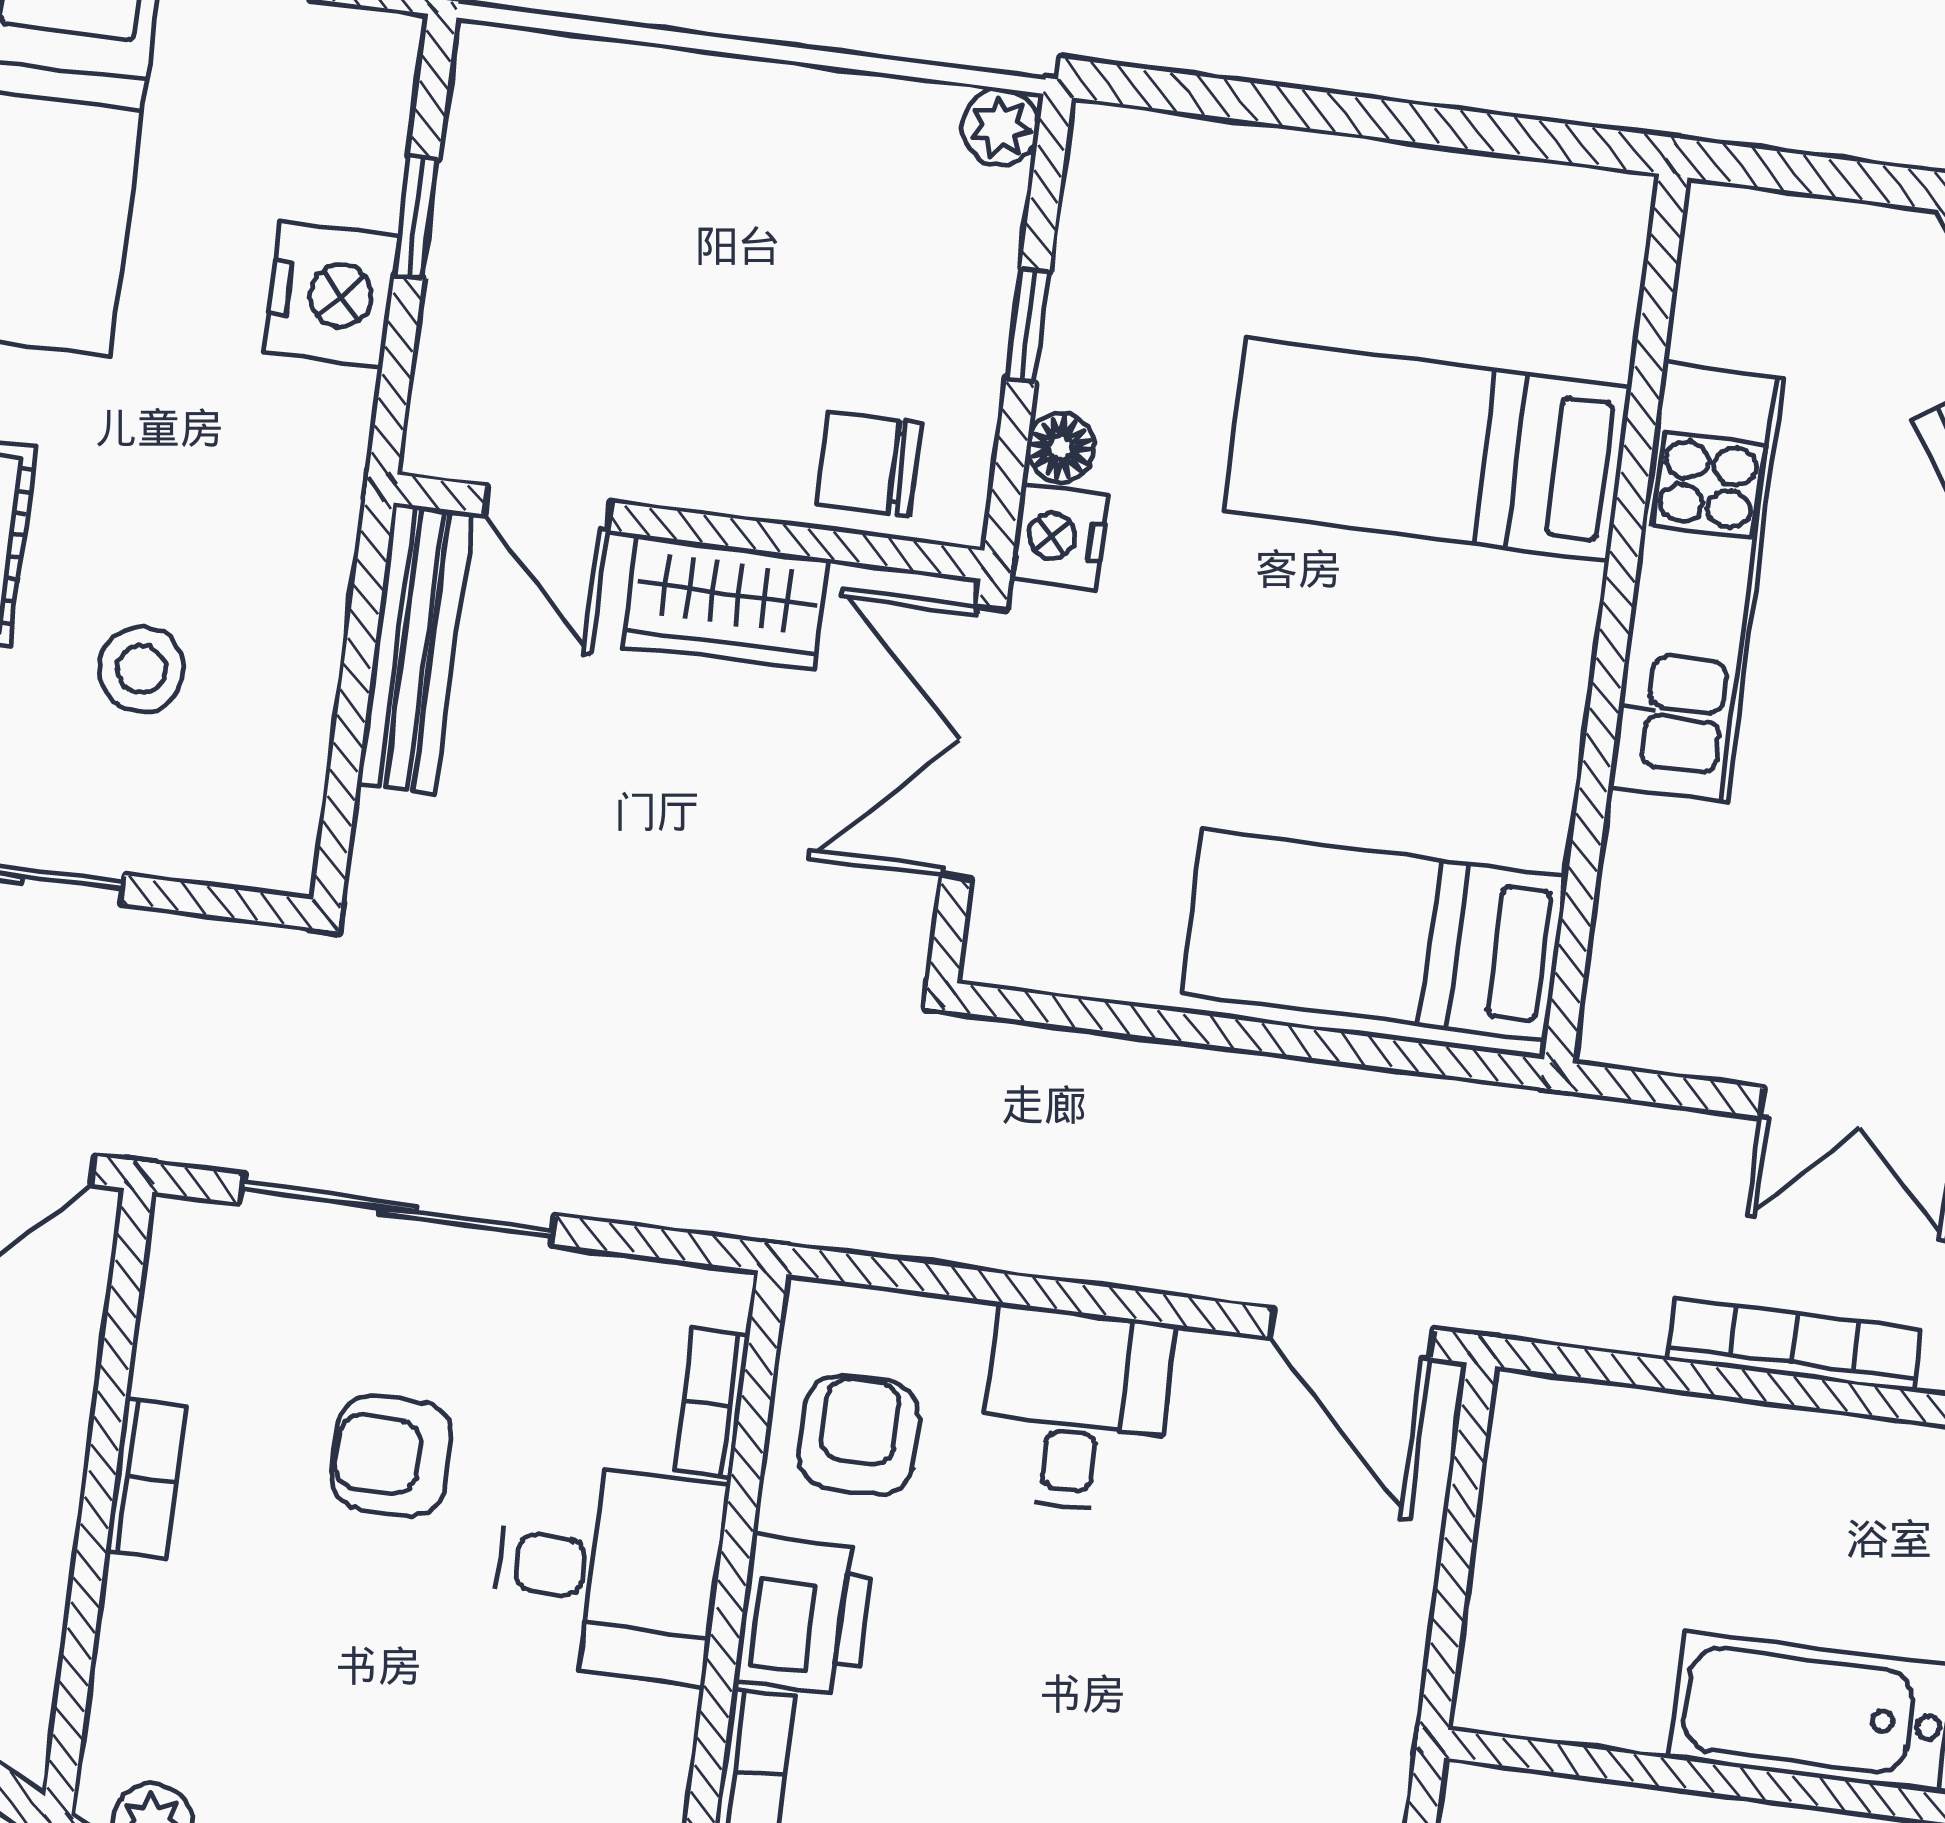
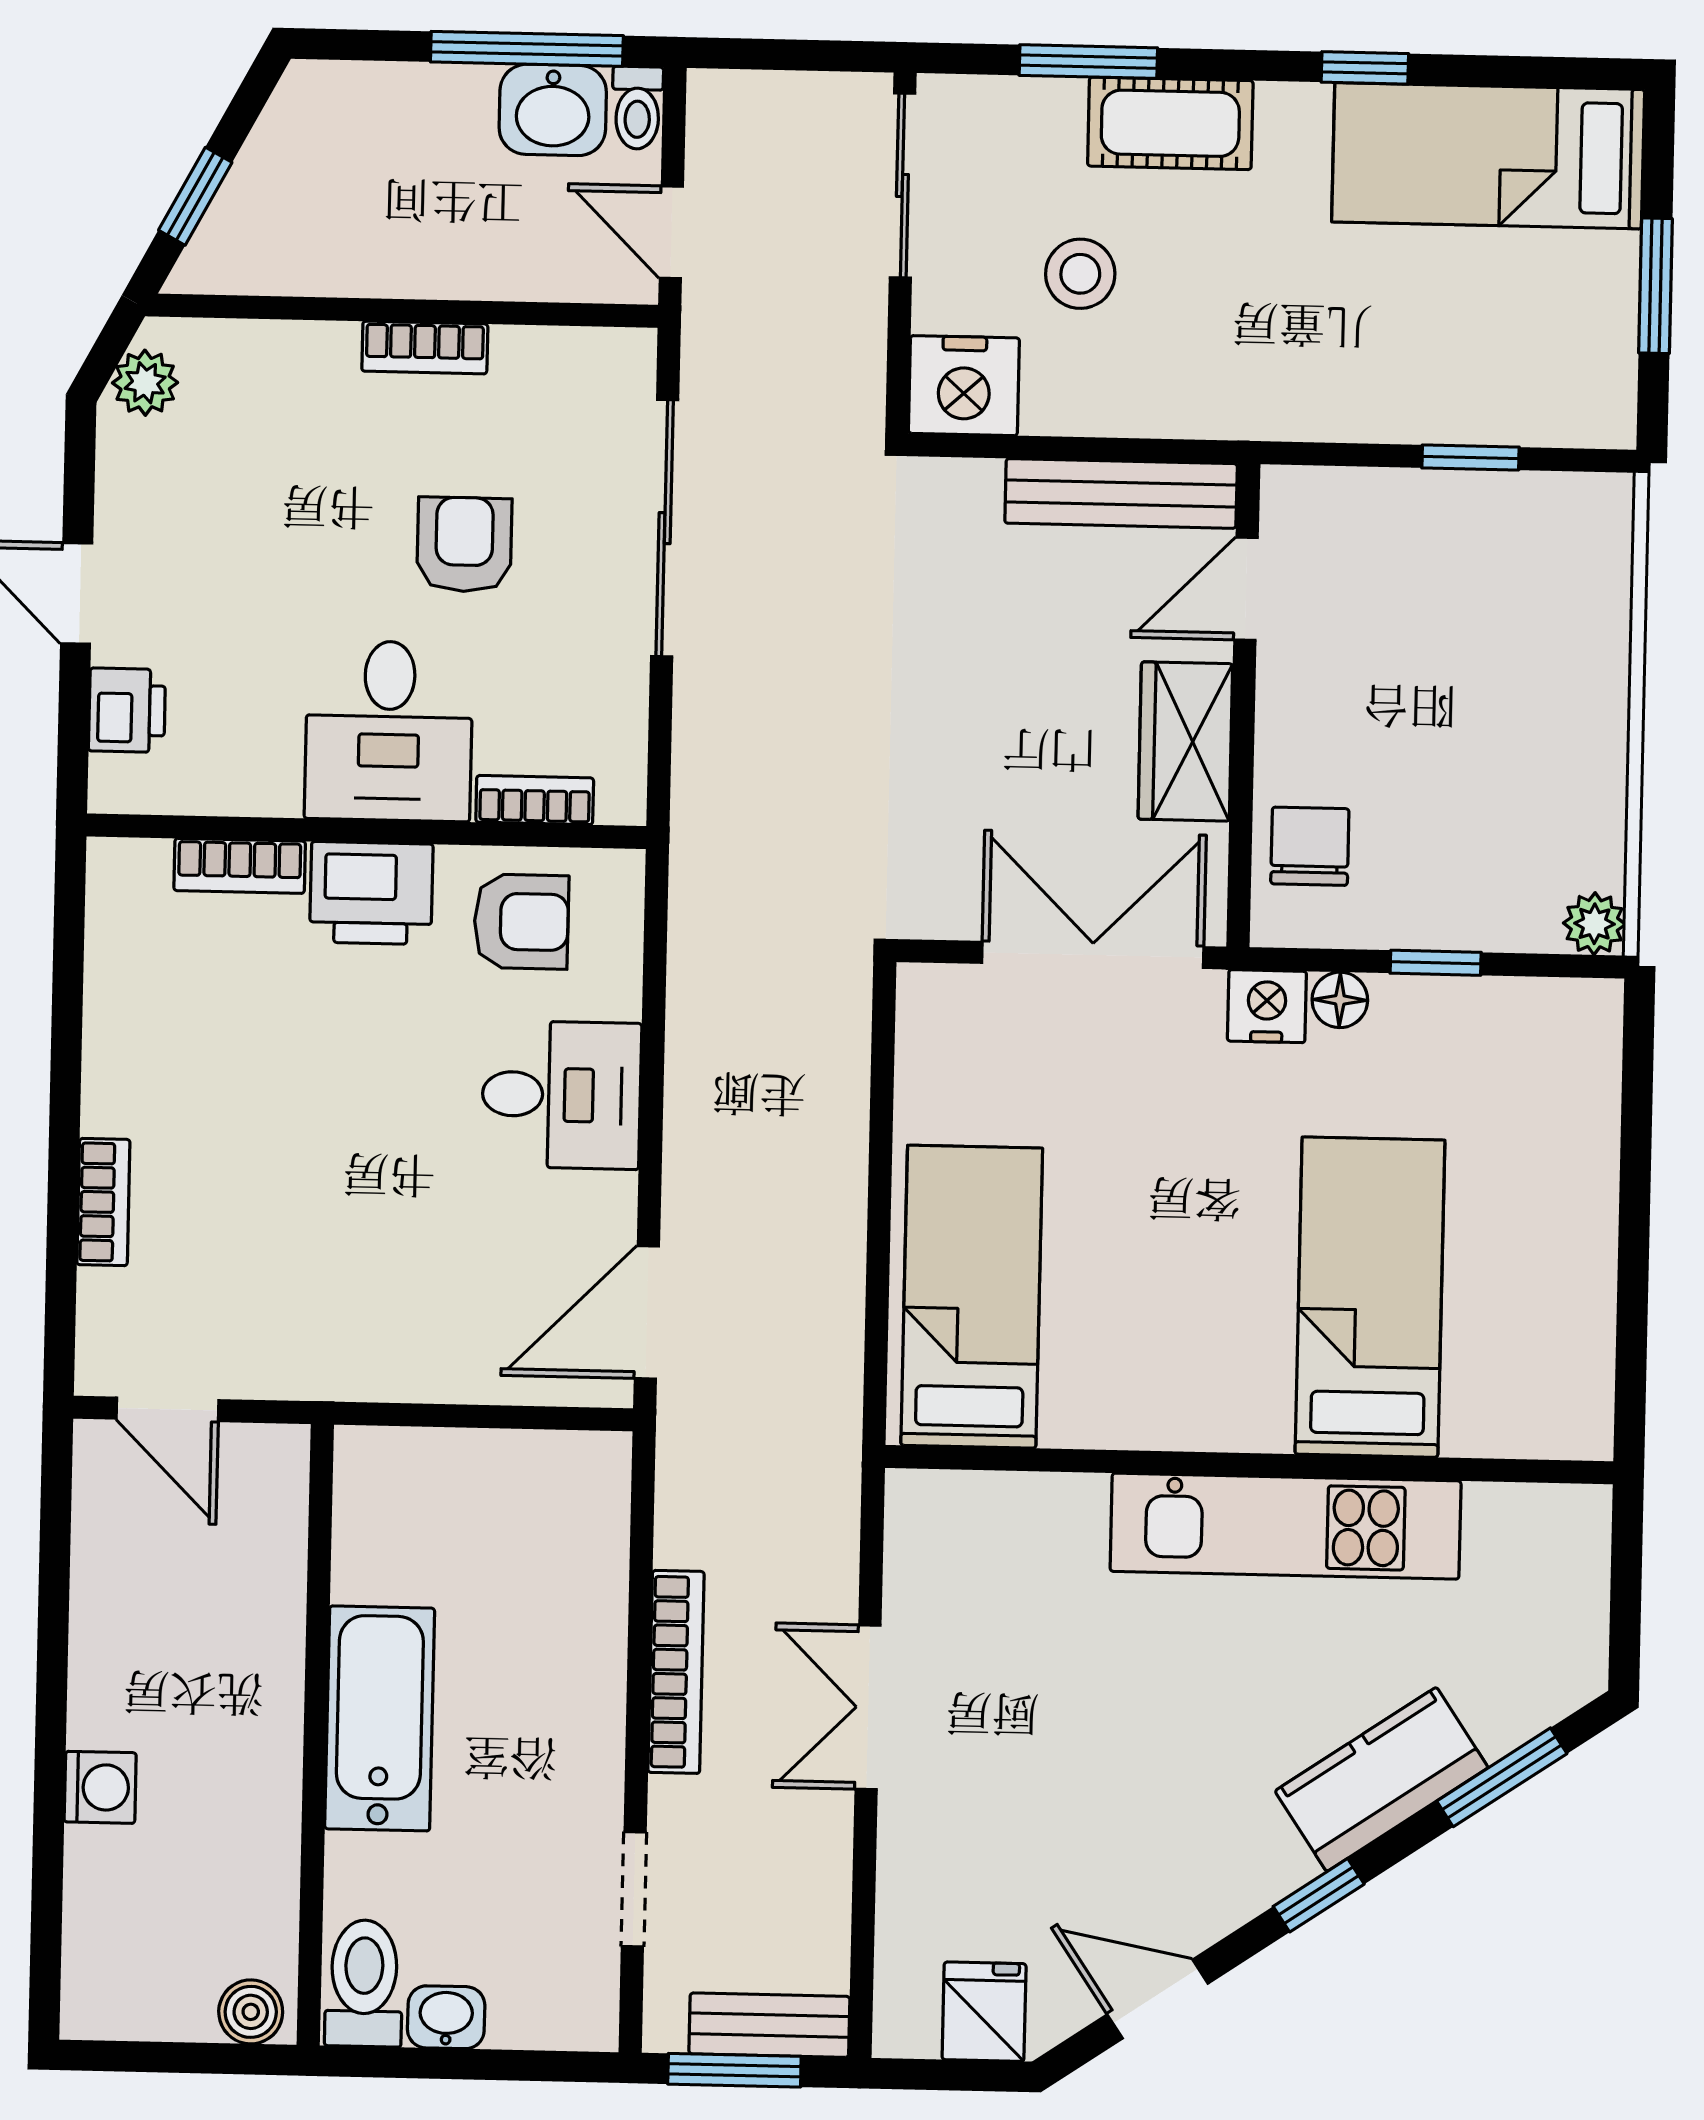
nightstand: (332, 295) -> (964, 386), moved

